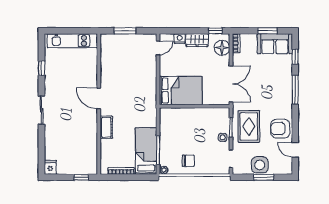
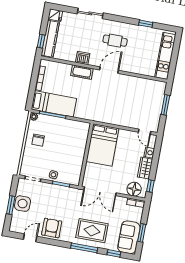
cafe table: (66, 98) -> (115, 41), added
sliding door: (42, 110) -> (90, 13), moved
rug: (249, 126) -> (92, 231), moved
dishwasher: (91, 129) -> (83, 58), added
kitchen counter: (77, 168) -> (50, 39), added

